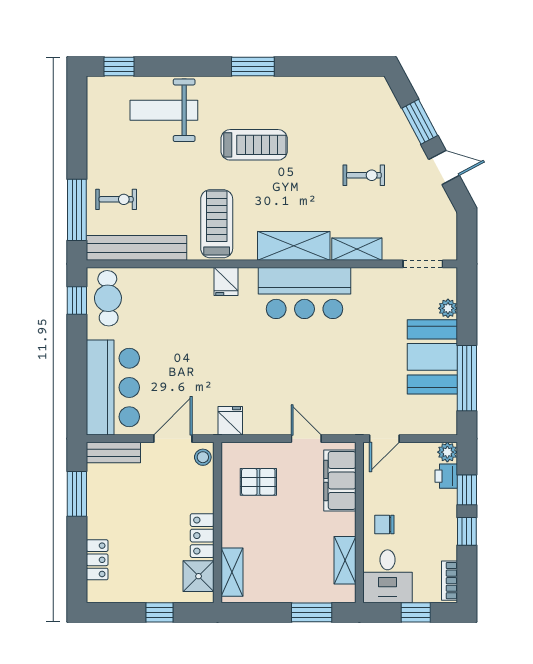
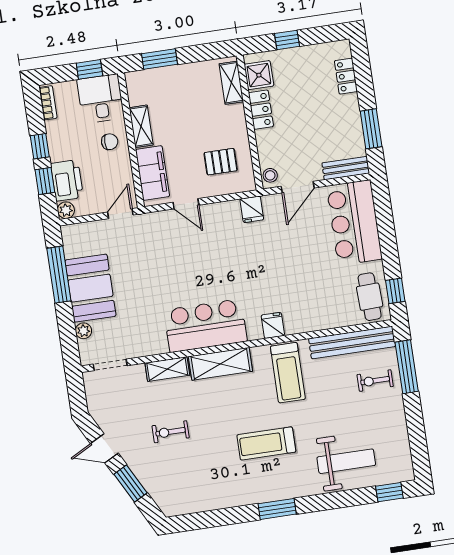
printer: (446, 476) -> (67, 180), width x1.87, depth x1.48
shelving: (345, 560) -> (141, 126), moved
window: (416, 612) -> (89, 69), moved

